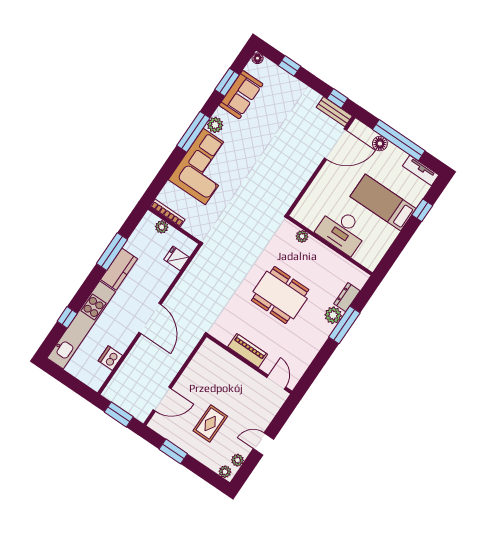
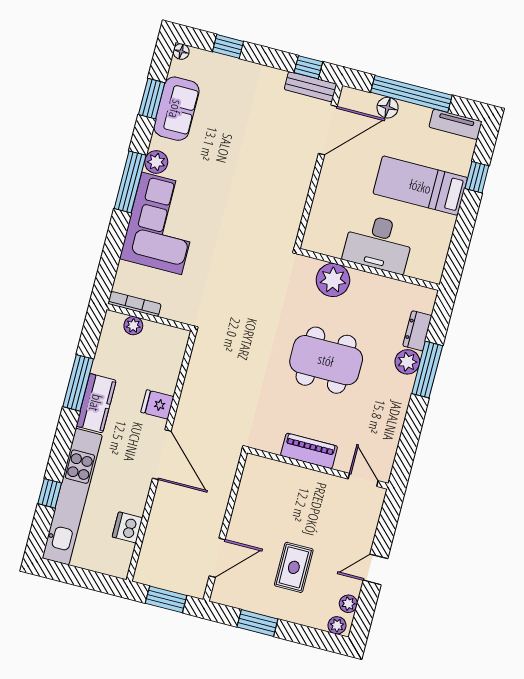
plant: (302, 236) -> (333, 280), width x1.87, depth x1.87
fridge: (177, 258) -> (157, 404), moved

